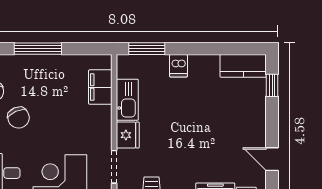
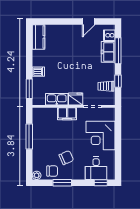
window: (38, 49) -> (29, 136), moved
window: (272, 85) -> (49, 21), removed
filing cabinet: (100, 87) -> (67, 114), moved

